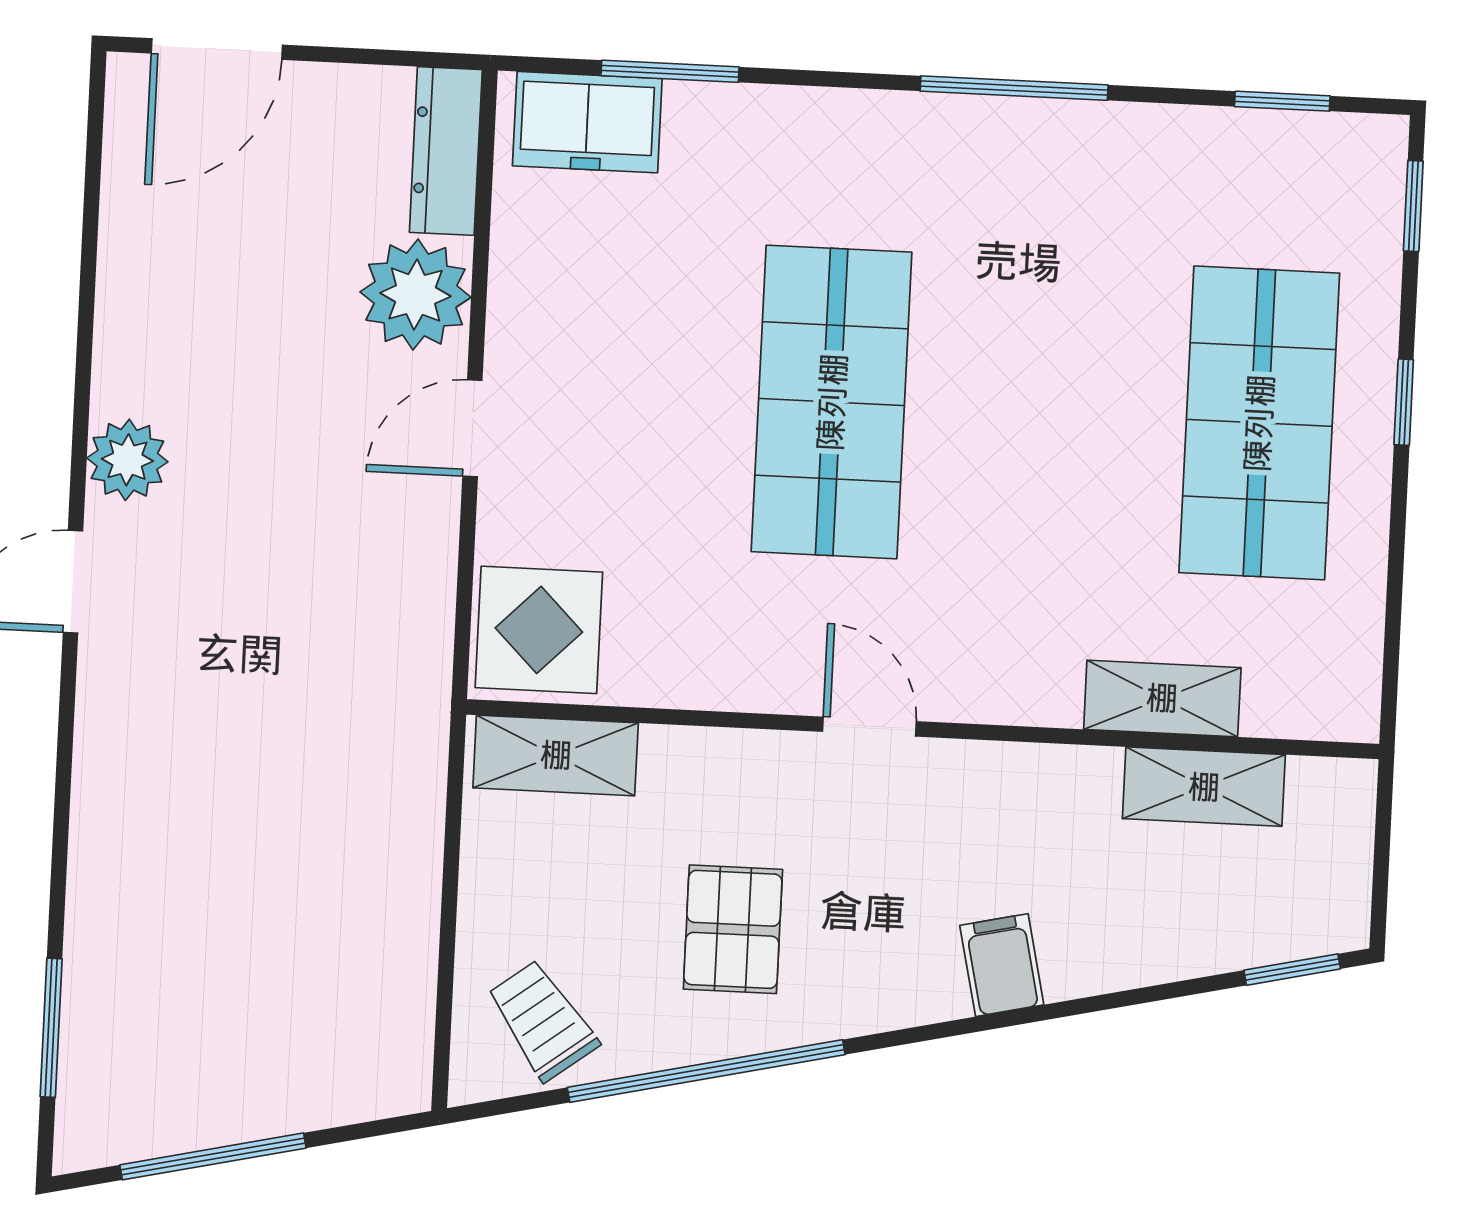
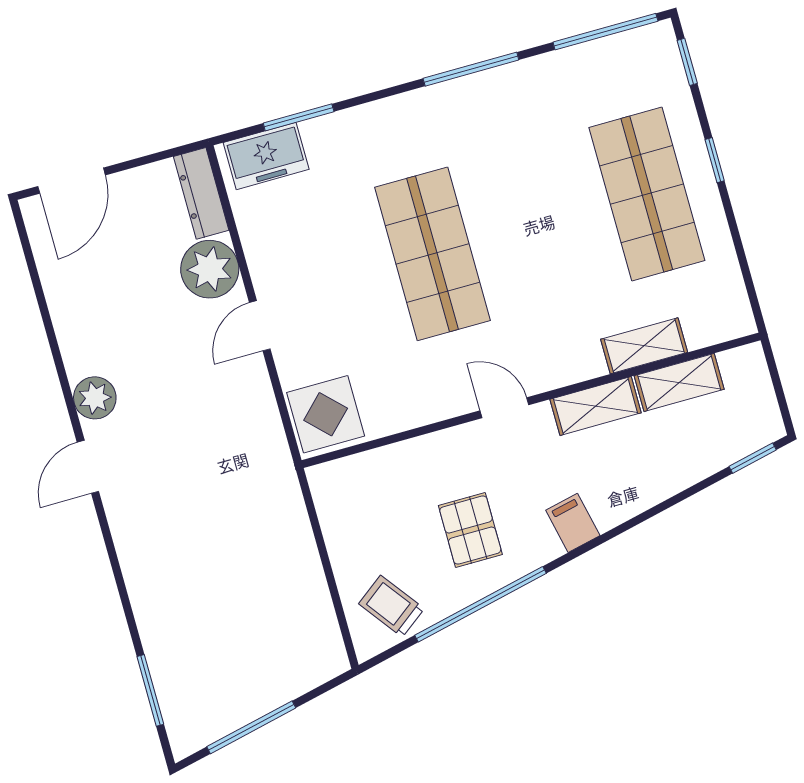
window: (1282, 101) -> (605, 32), width x2.17
shelving: (556, 755) -> (596, 406), moved
filing cabinet: (1002, 965) -> (573, 523), moved

